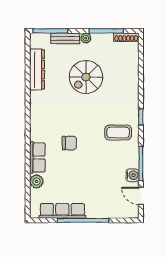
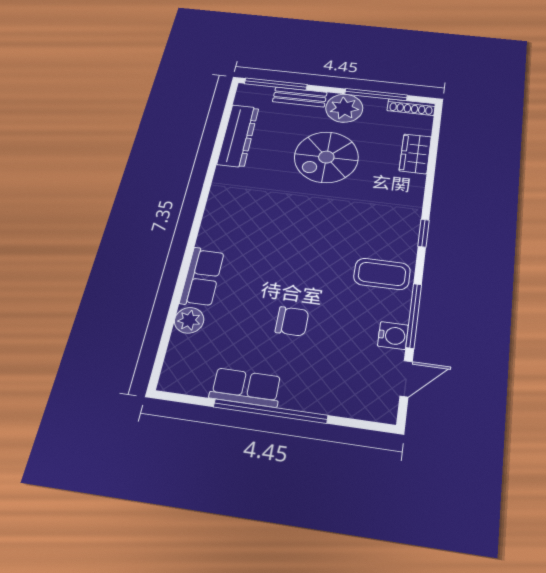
plant: (86, 38) -> (344, 108), width x1.87, depth x1.87
wardrobe: (132, 68) -> (415, 154), added
coffee table: (118, 132) -> (382, 274), moved
chair: (69, 143) -> (292, 321), moved
door: (141, 196) -> (406, 379), swing flipped
row of seats: (62, 211) -> (246, 387), width x0.68

